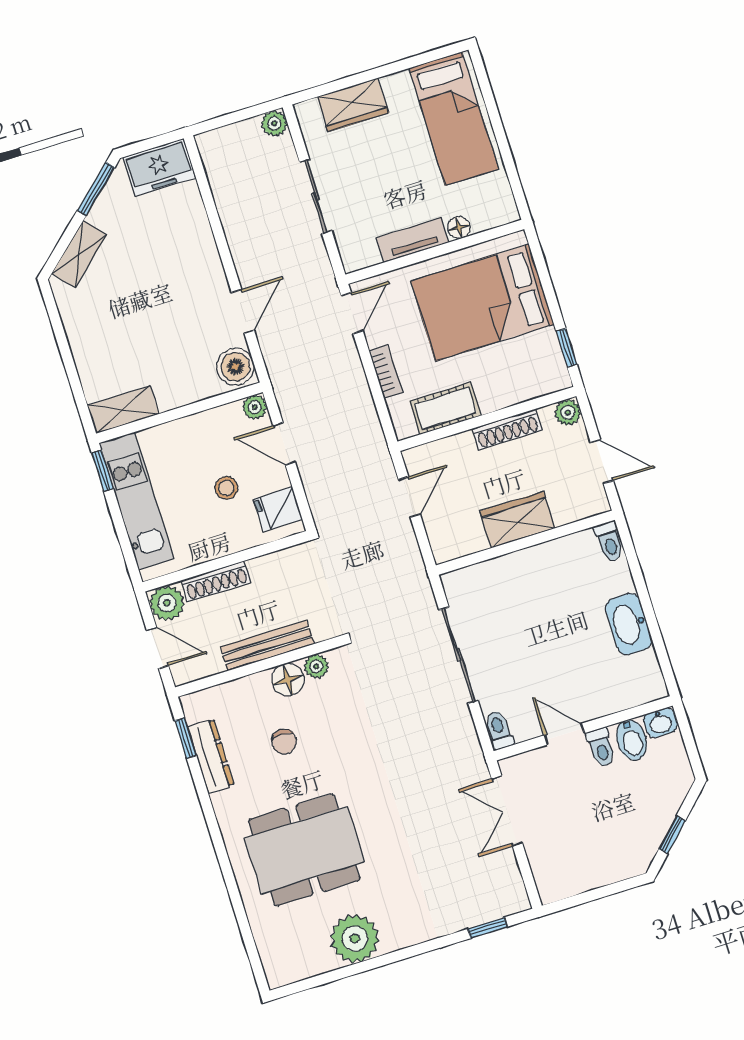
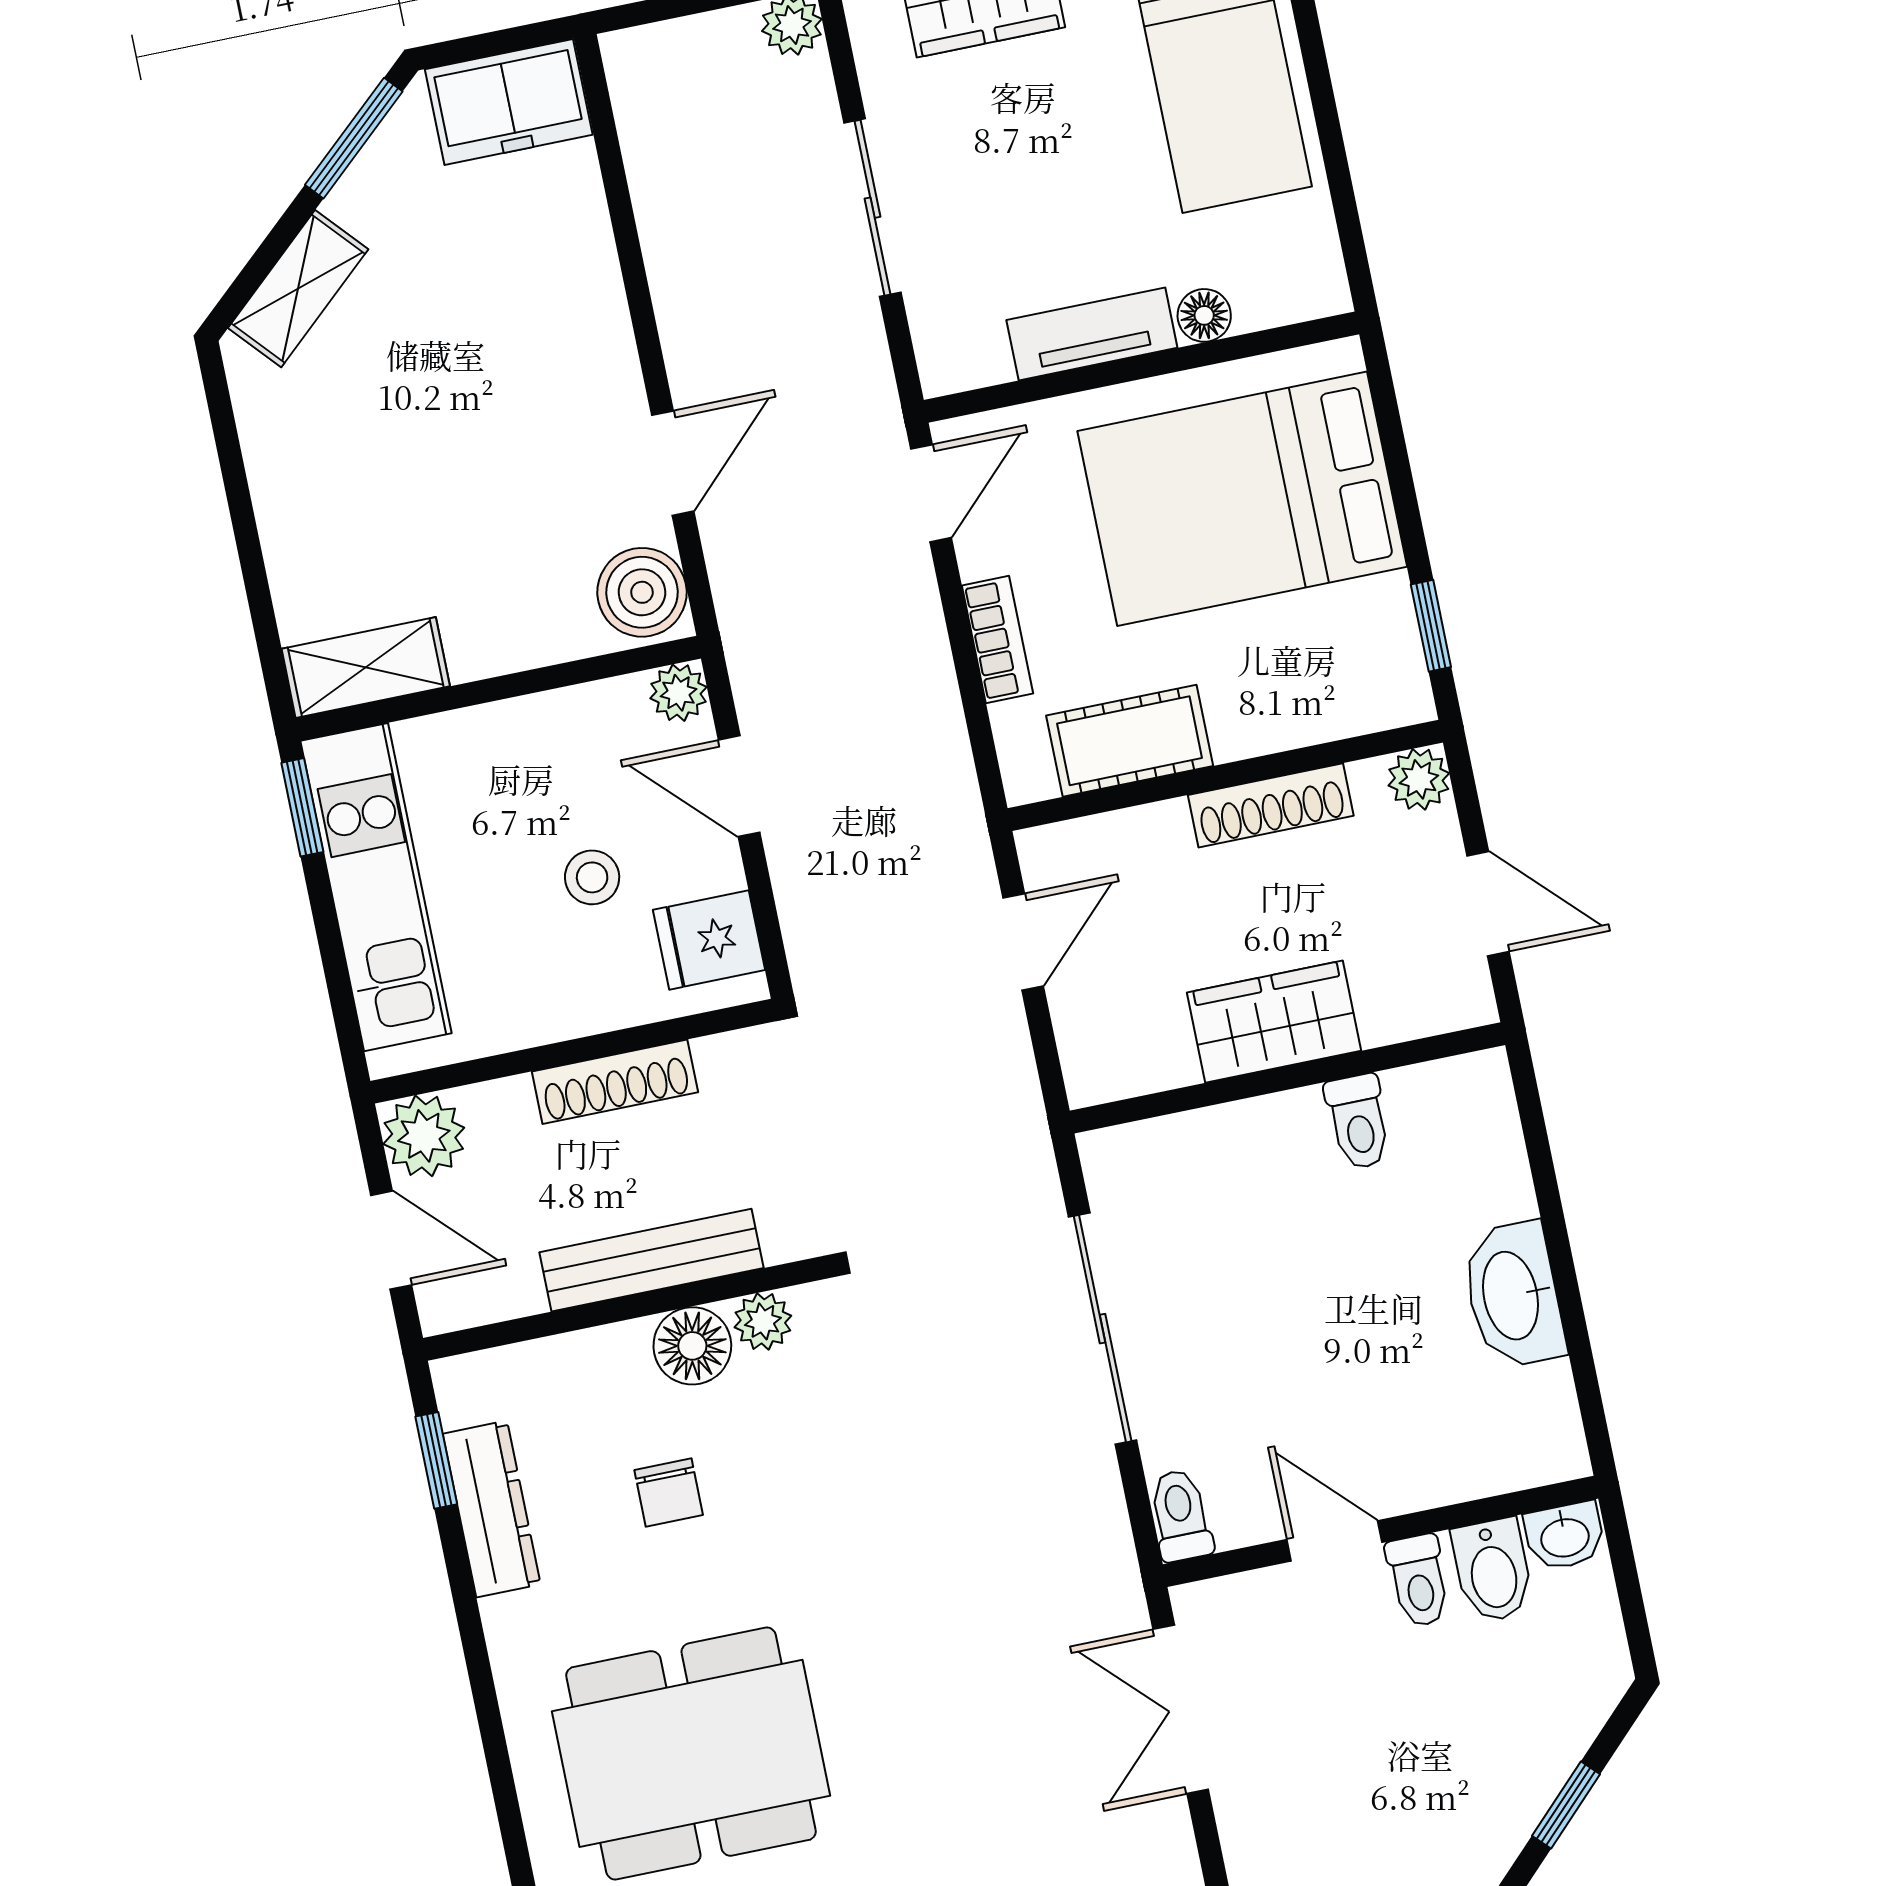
toilet: (609, 542) -> (1358, 1122), moved
shoe rack: (216, 581) -> (615, 1082), moved

